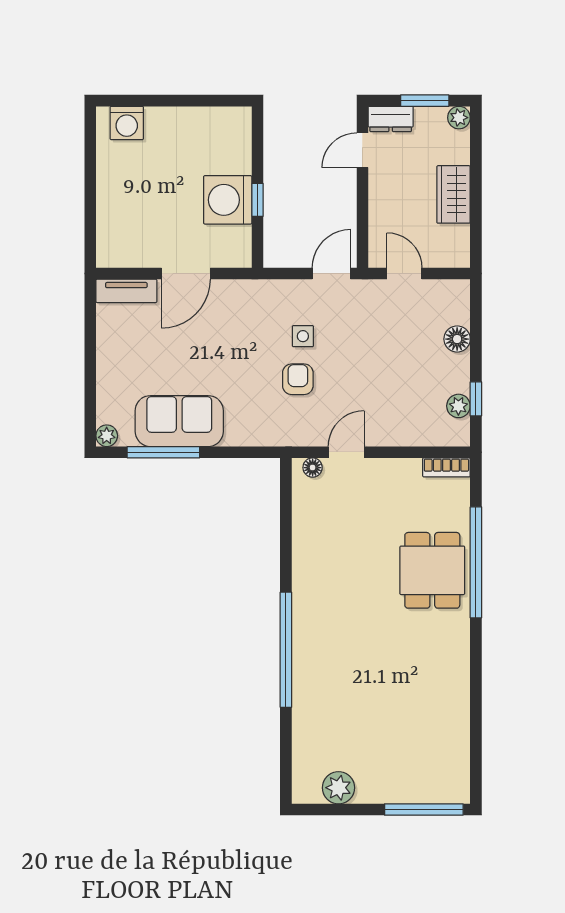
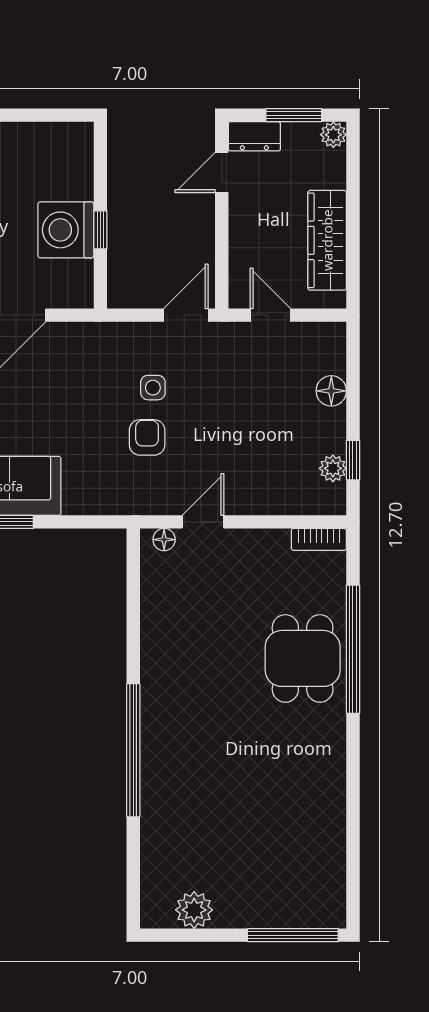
wardrobe: (454, 194) -> (327, 240), width x1.50

